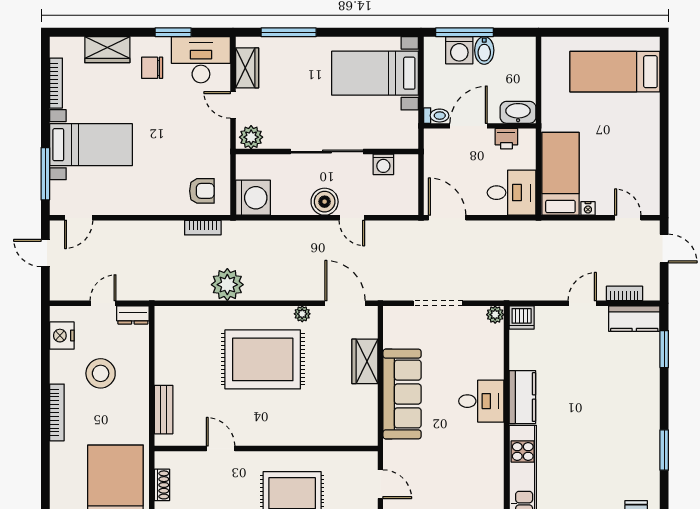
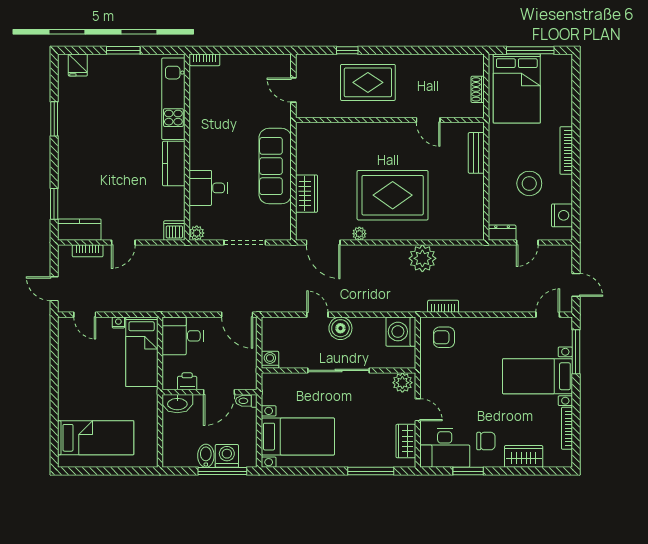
washing machine: (383, 164) -> (270, 360), moved
desk: (481, 401) -> (208, 188), moved

